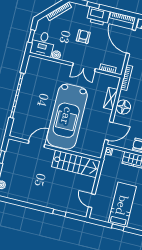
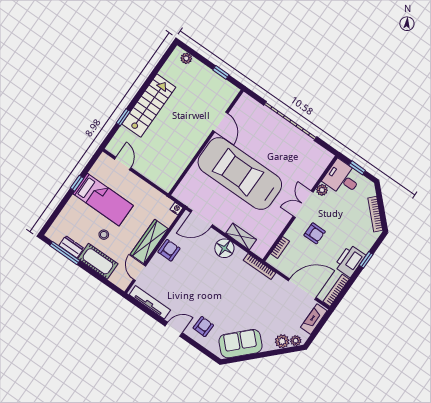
armchair: (83, 37) -> (315, 233), moved
double door: (84, 67) -> (303, 204), moved
door: (109, 131) -> (201, 219), hinge flipped
stairs: (76, 164) -> (149, 106), moved, turned 180
door: (92, 201) -> (123, 163), hinge flipped

